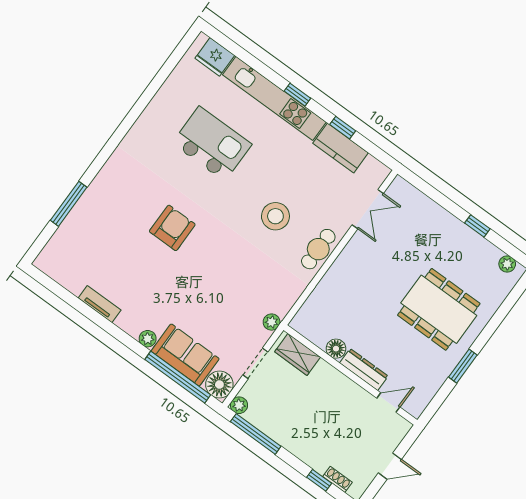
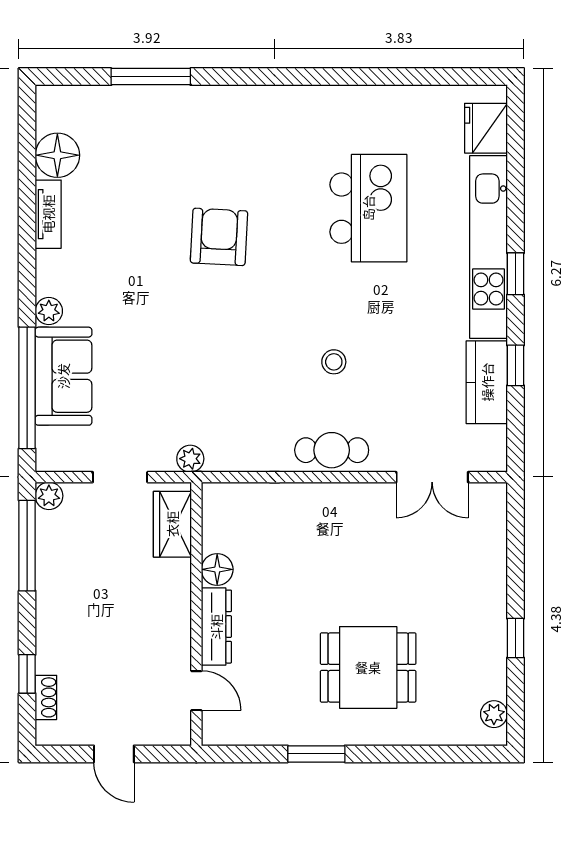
stool: (275, 216) -> (334, 362), width x0.53, depth x0.53
armchair: (172, 228) -> (219, 237), turned -87
dining table: (439, 309) -> (368, 667), width x0.73
floor lamp: (219, 385) -> (57, 155), moved

